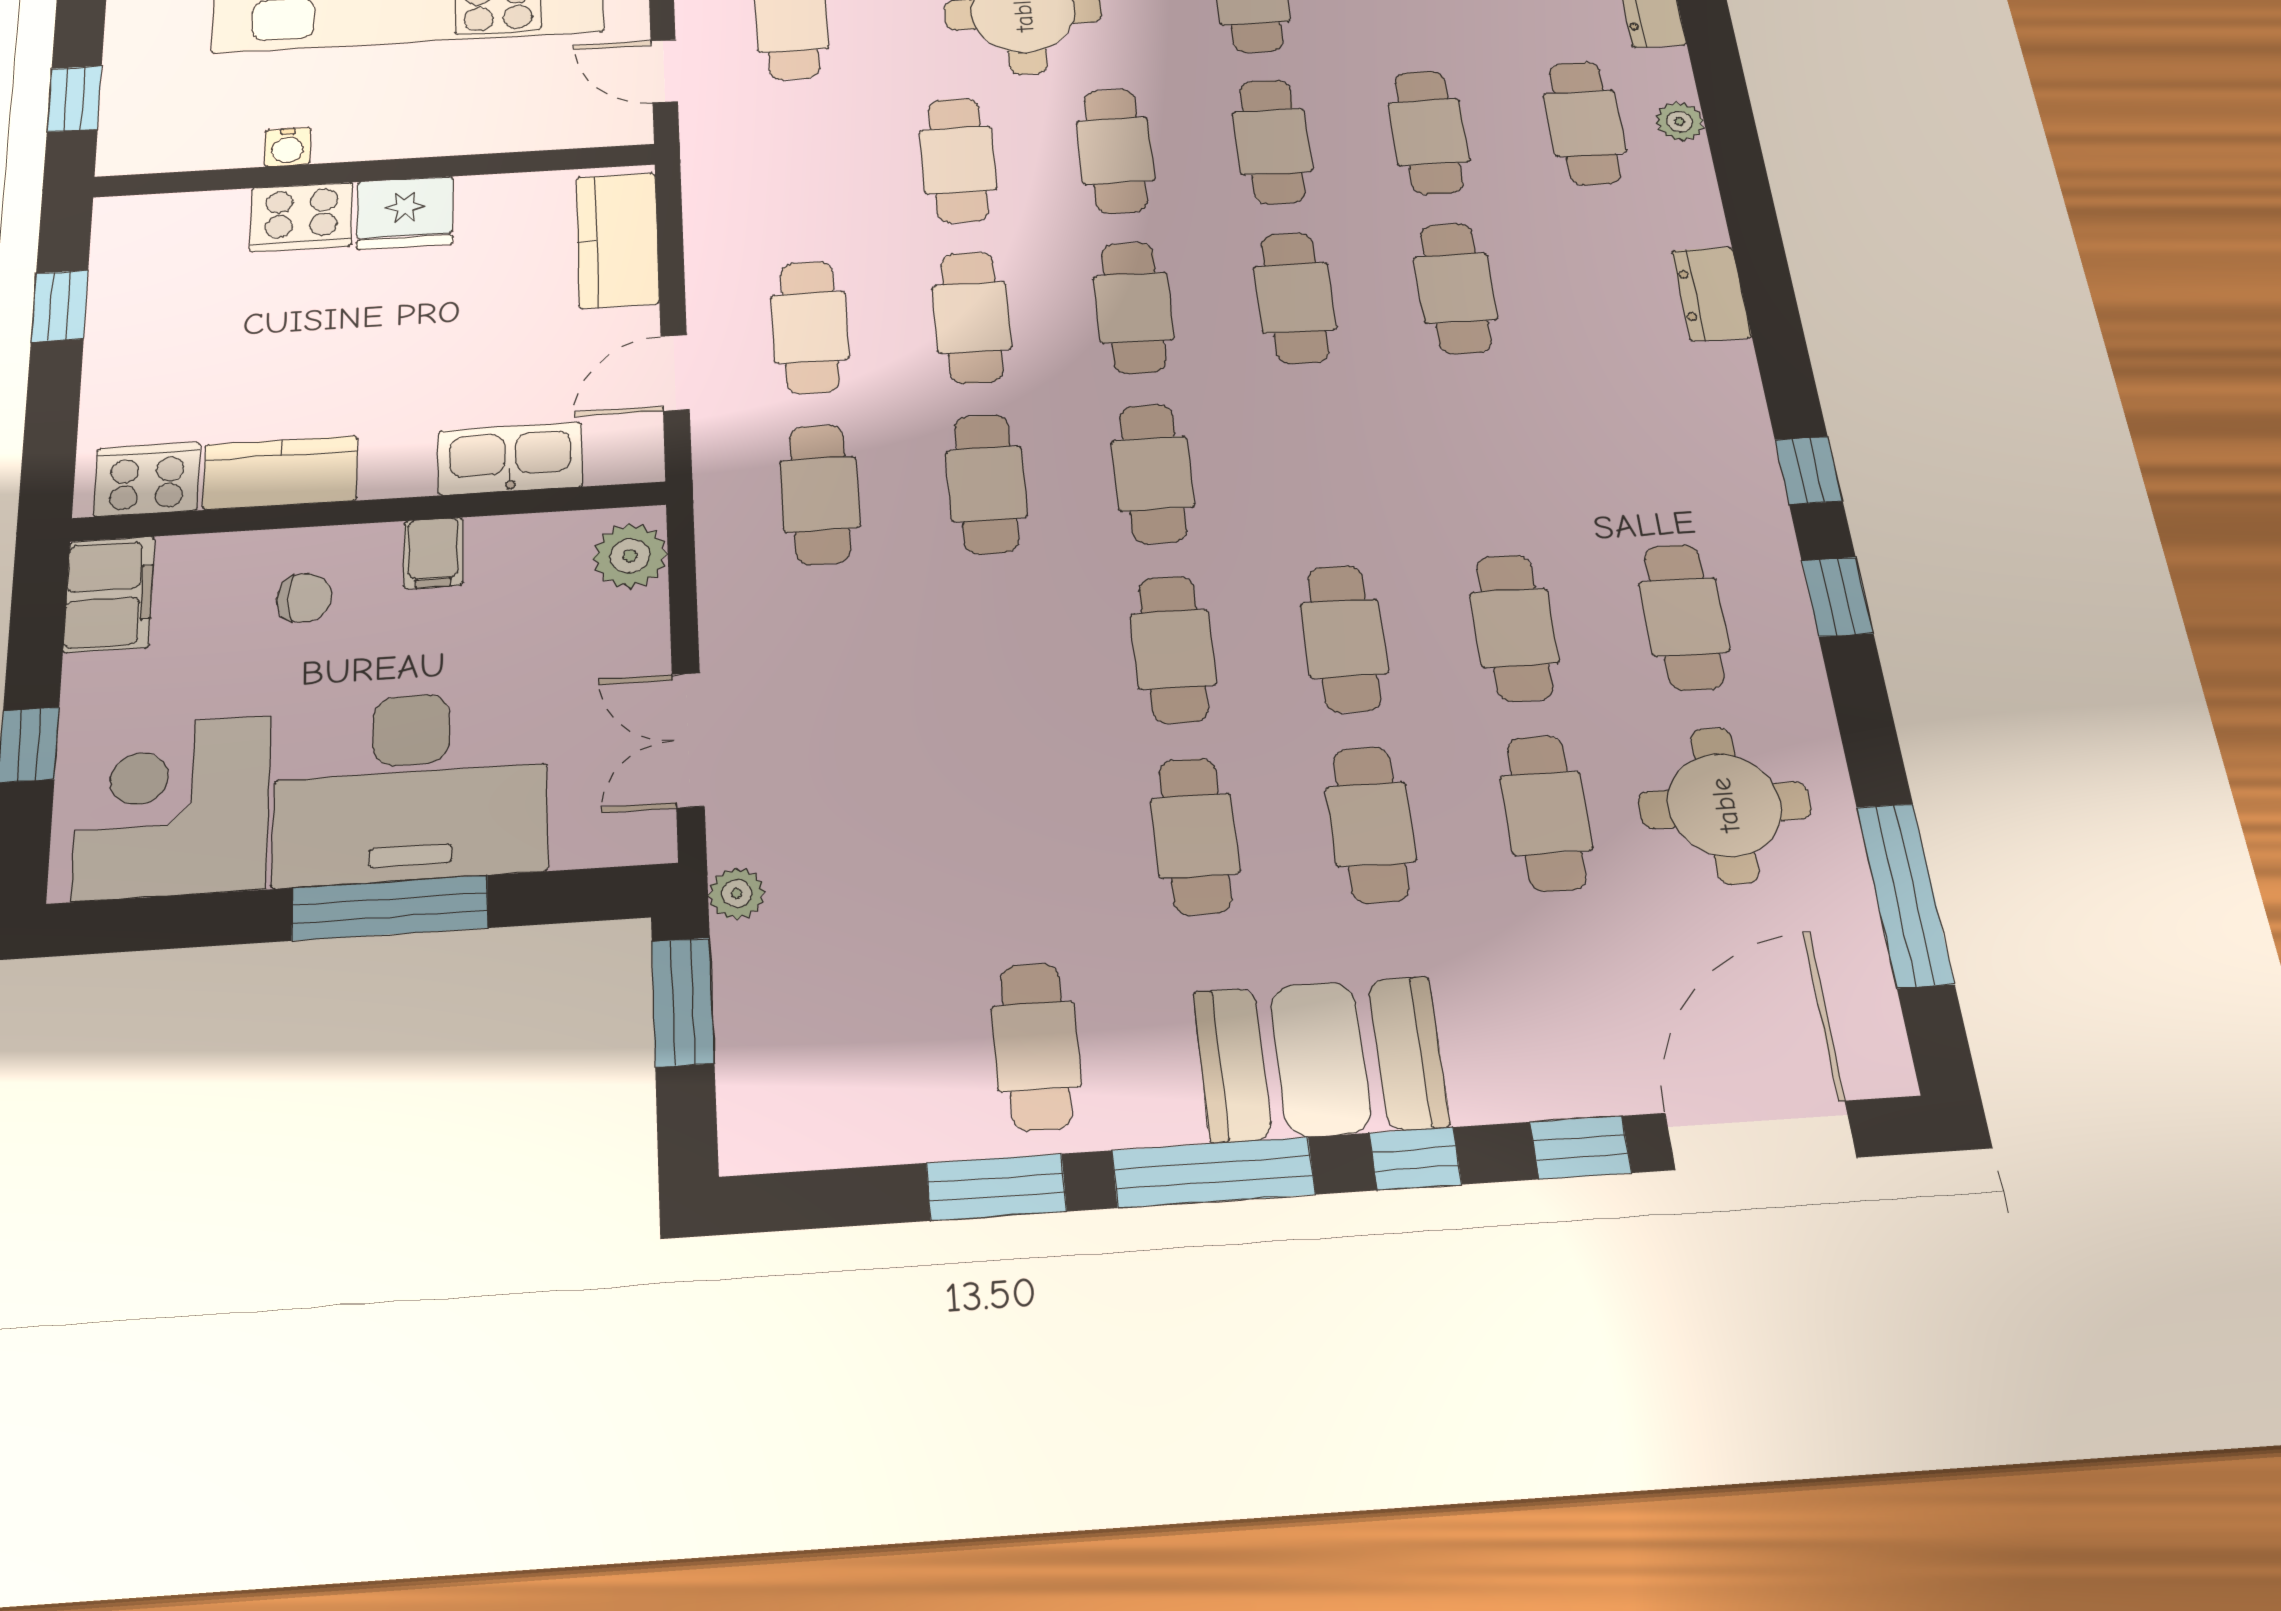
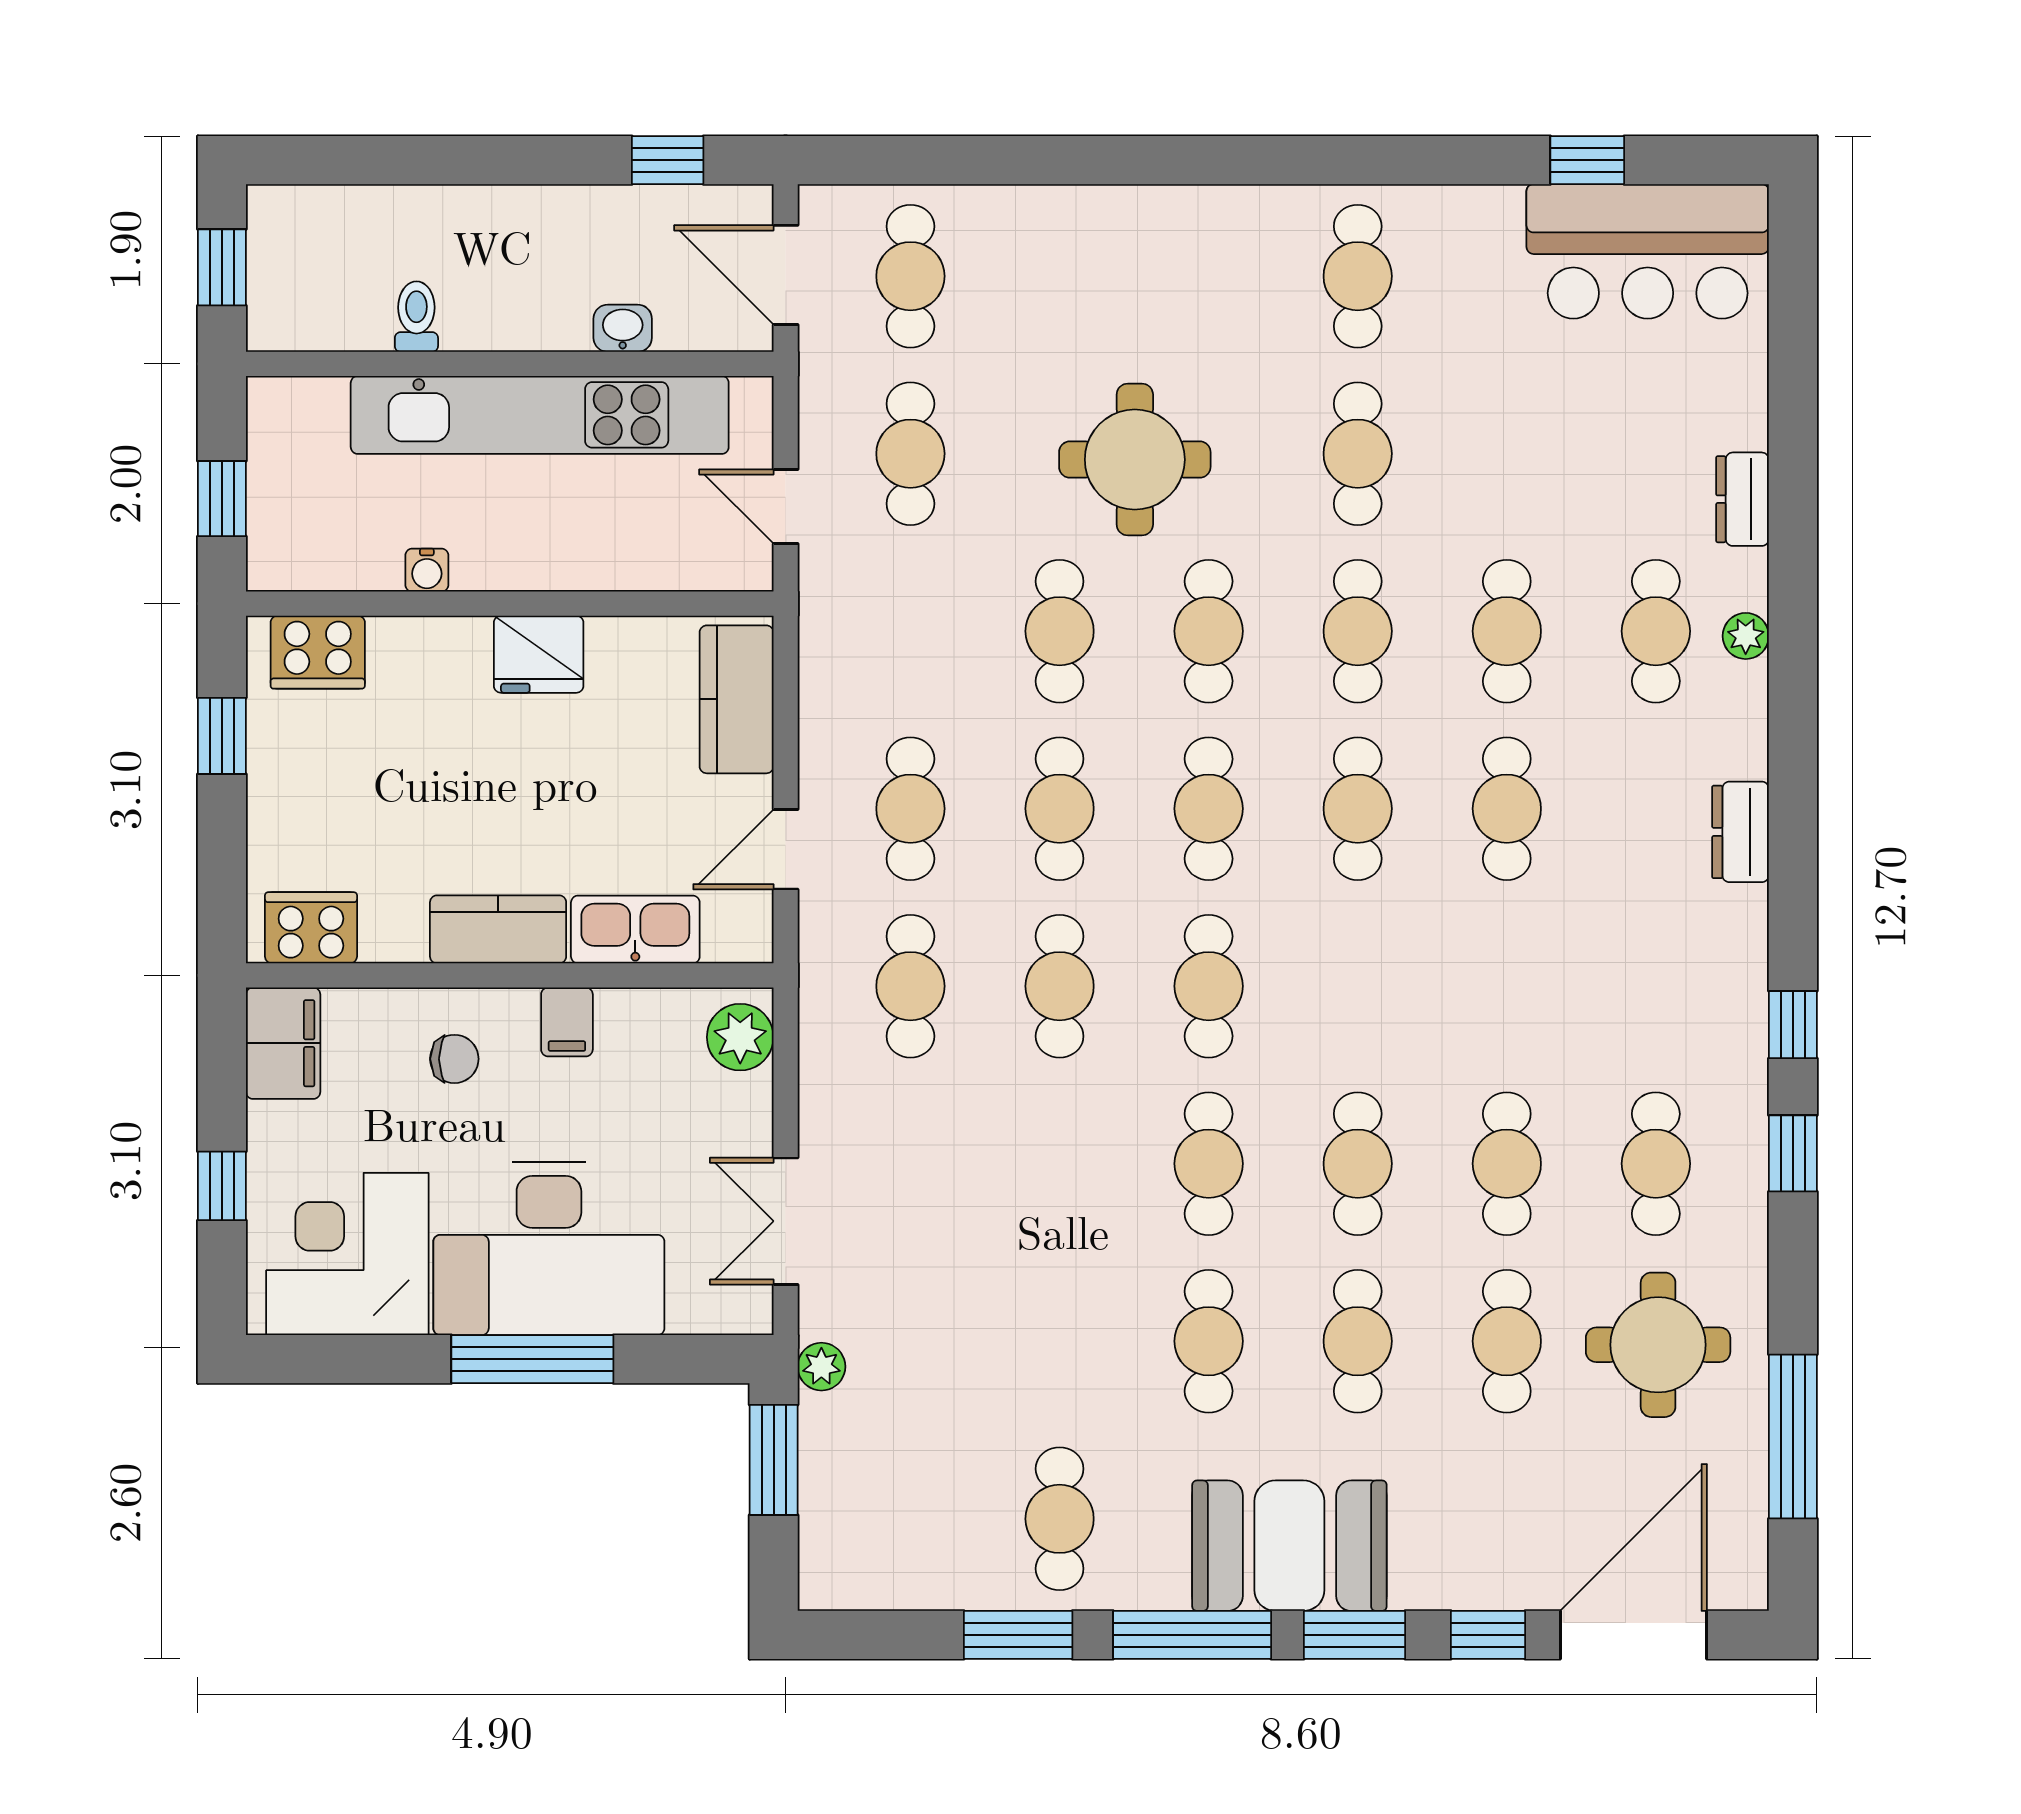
cooker: (301, 217) -> (318, 652), moved
kitchen counter: (280, 473) -> (498, 929), moved
window: (1415, 1159) -> (1355, 1635), width x1.50

